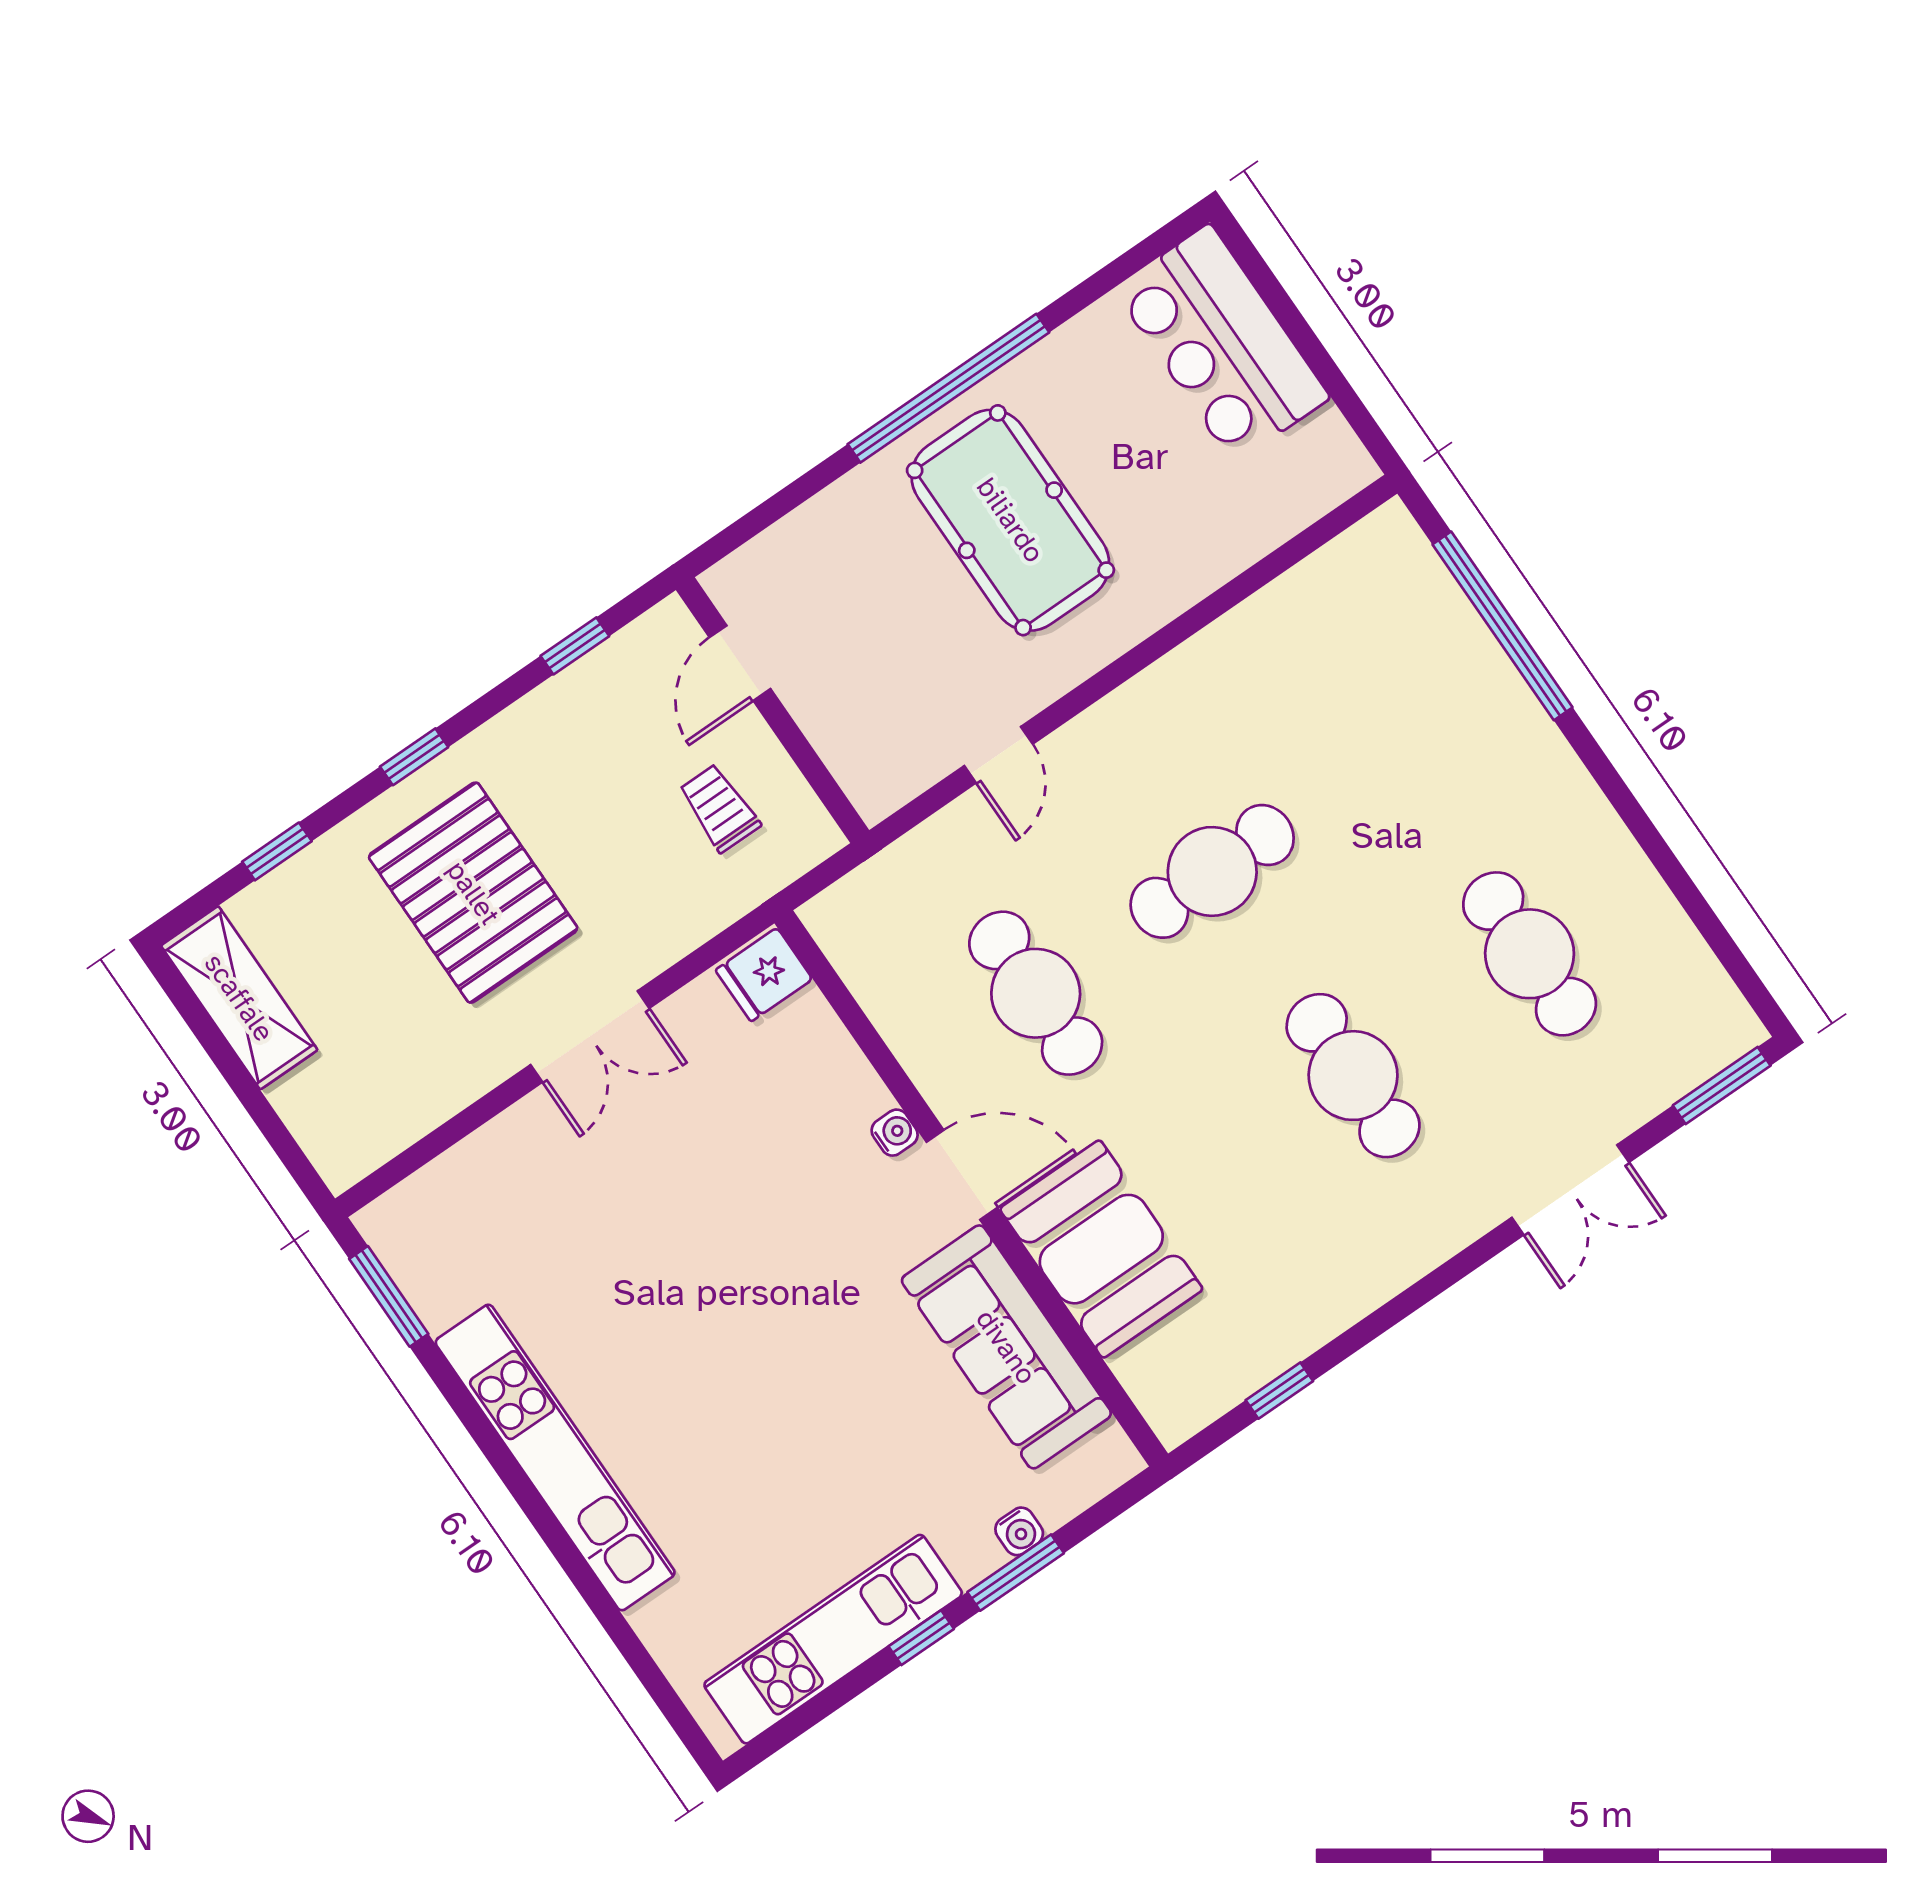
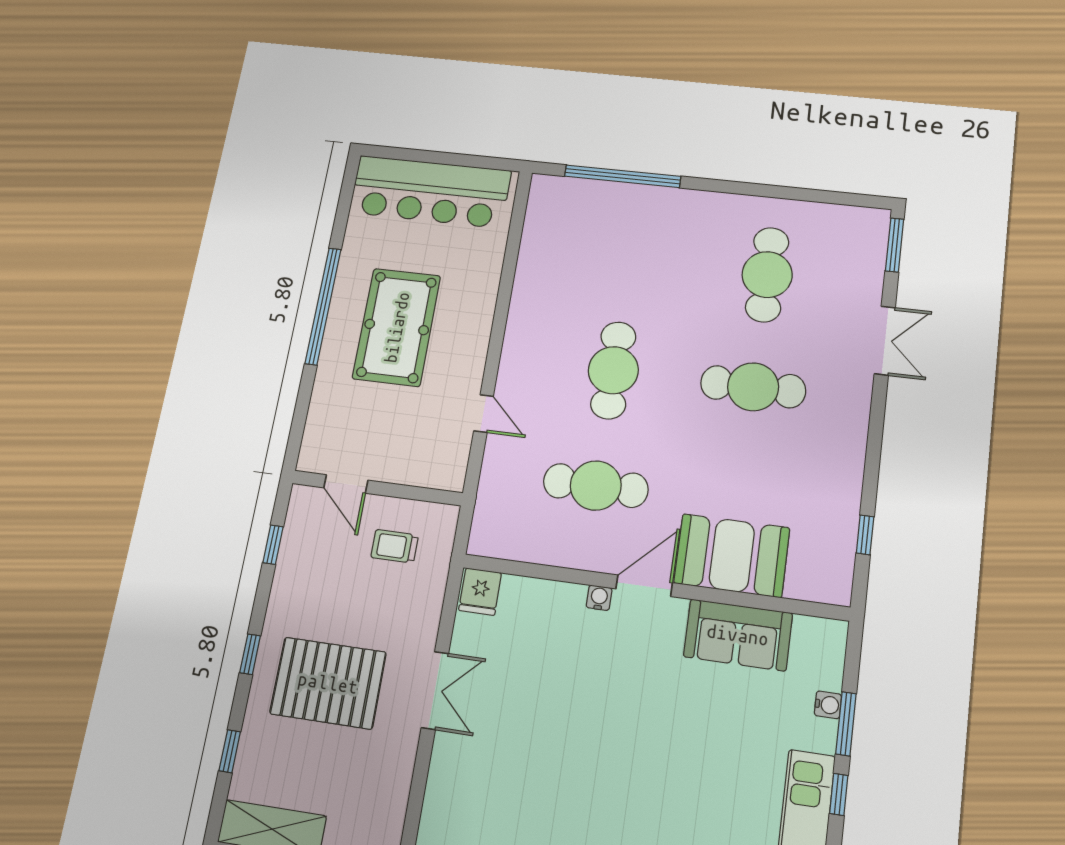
bar counter: (1222, 344) -> (430, 192), width x1.36
pool table: (1010, 520) -> (397, 327), turned 90
cafe table: (1530, 954) -> (767, 275), turned 90
sofa: (1006, 1347) -> (738, 635), width x0.73

